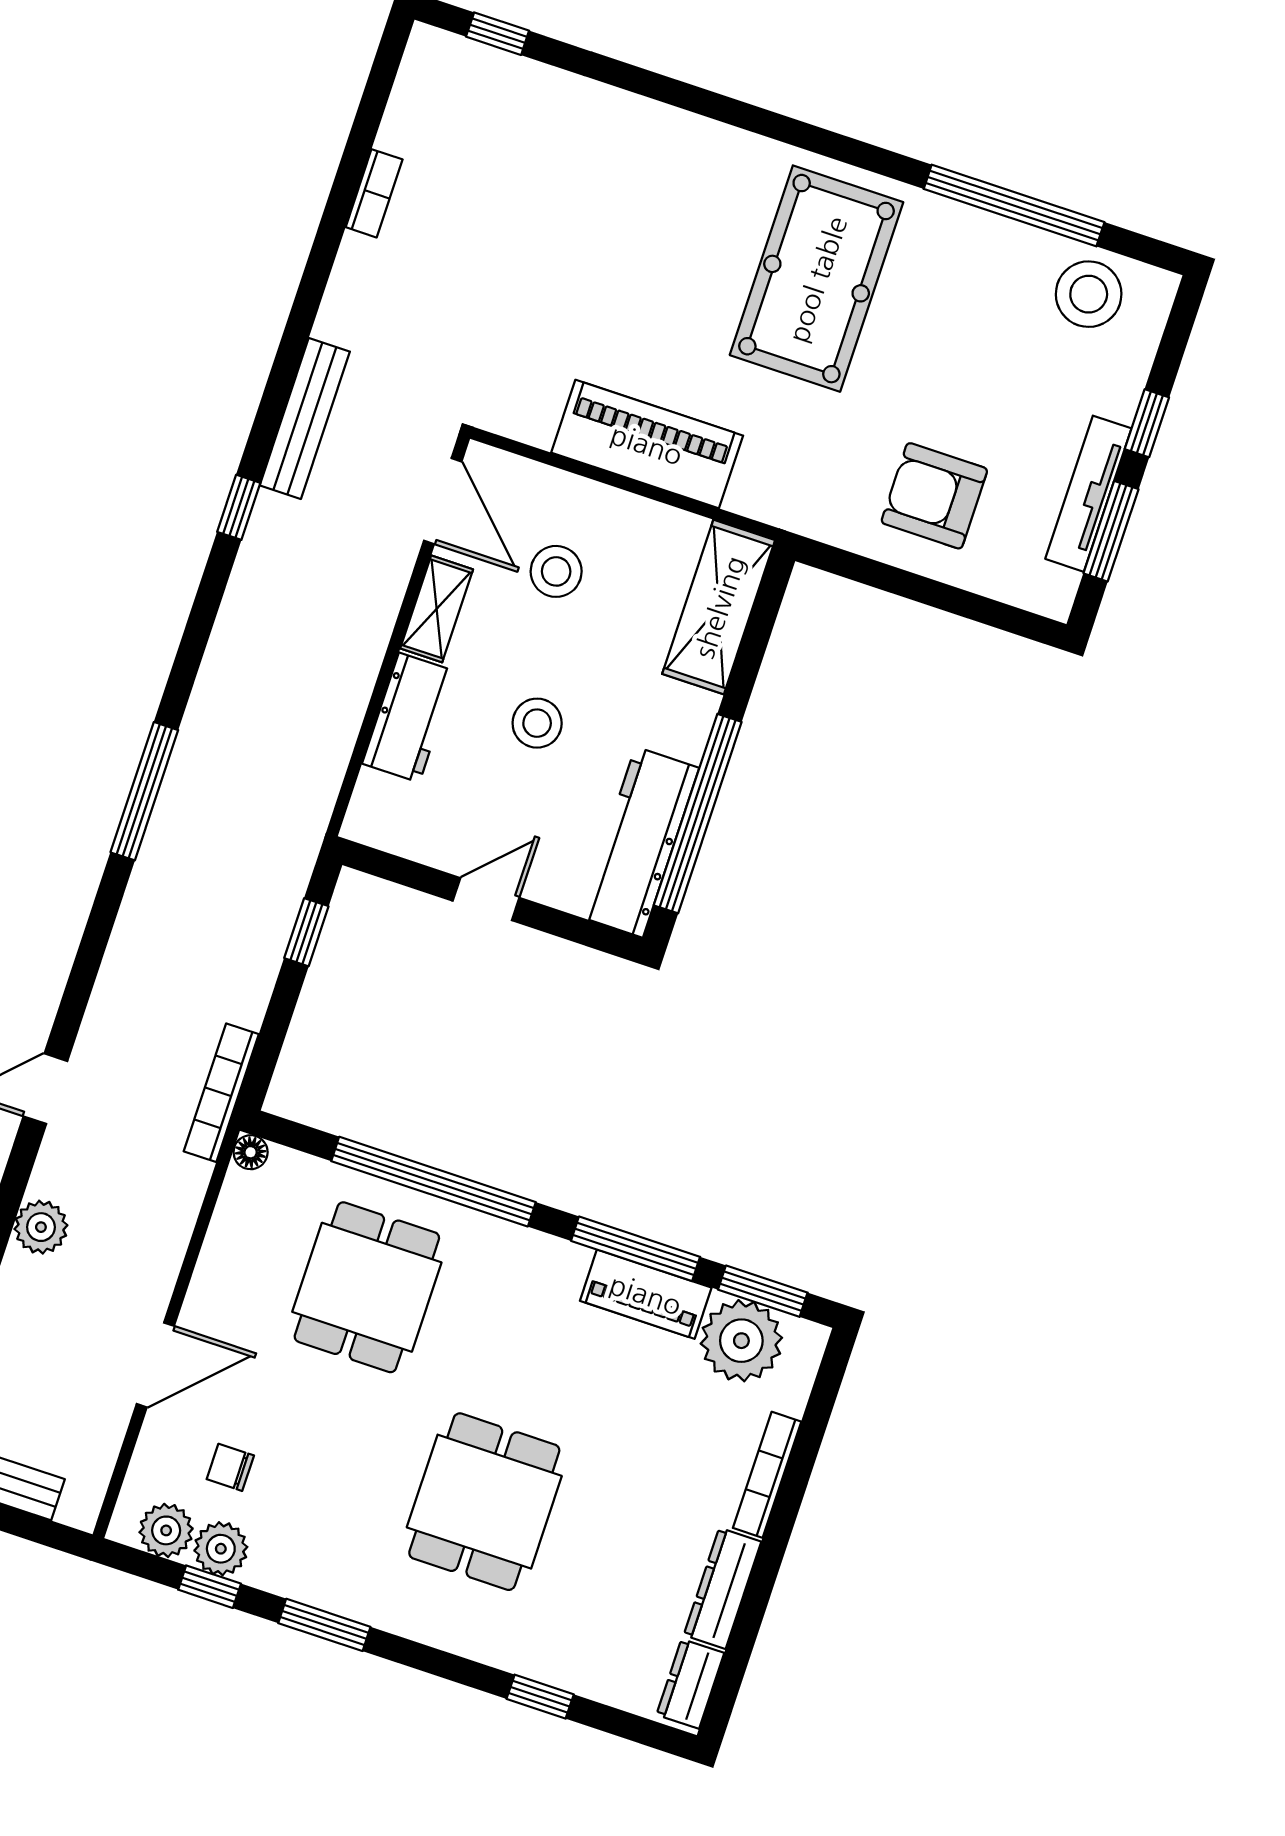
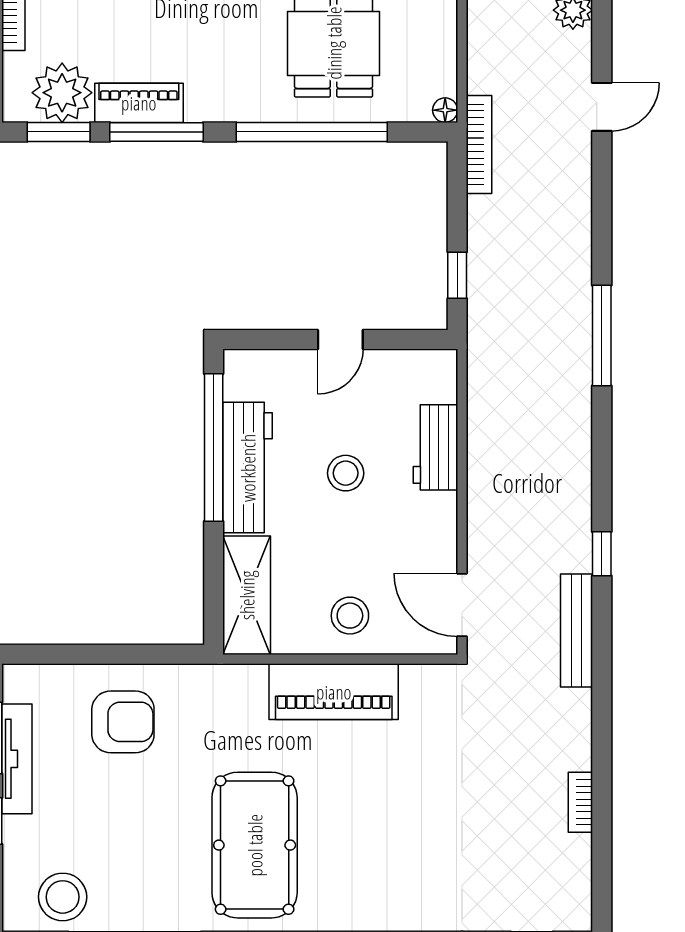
stool: (556, 571) -> (350, 616), moved
shelving: (437, 609) -> (441, 529), removed
workbench: (639, 842) -> (248, 468), moved

